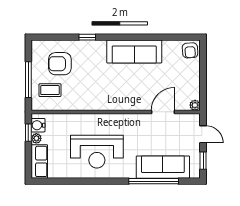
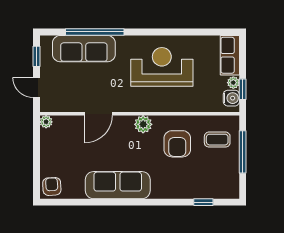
window: (87, 37) -> (203, 202), moved
armchair: (60, 64) -> (177, 144), moved, turned 90
plant: (113, 103) -> (143, 124), added
door: (163, 112) -> (98, 114), moved

